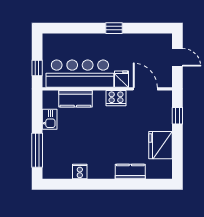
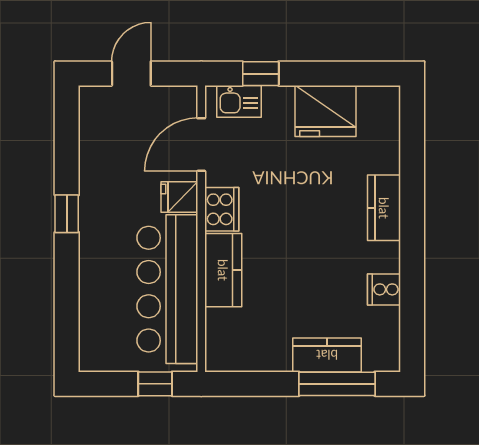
kitchen counter: (75, 99) -> (223, 270), moved
kitchen sink: (50, 119) -> (239, 101), moved, turned 180
kitchen counter: (50, 146) -> (327, 355), added
kitchen counter: (130, 172) -> (384, 208), moved

